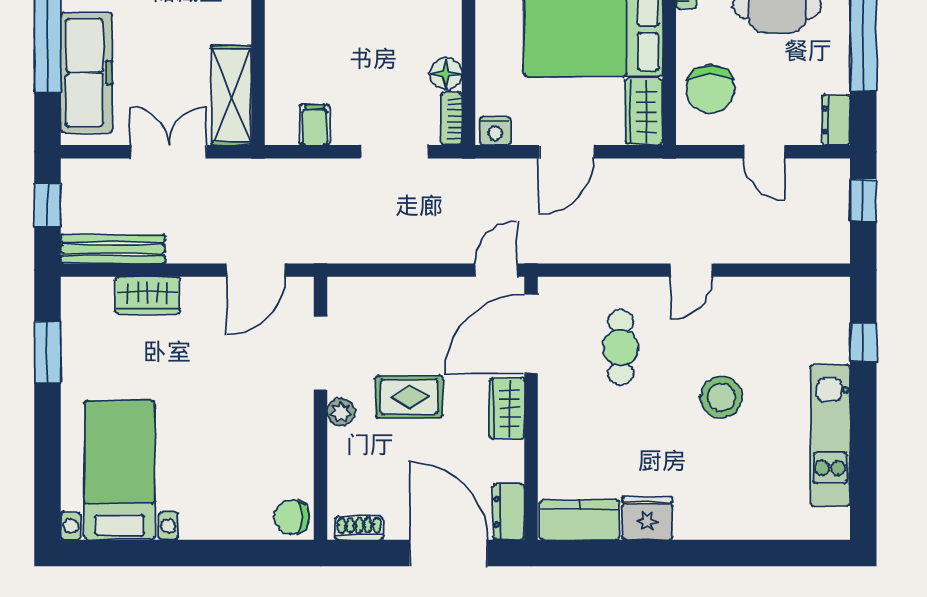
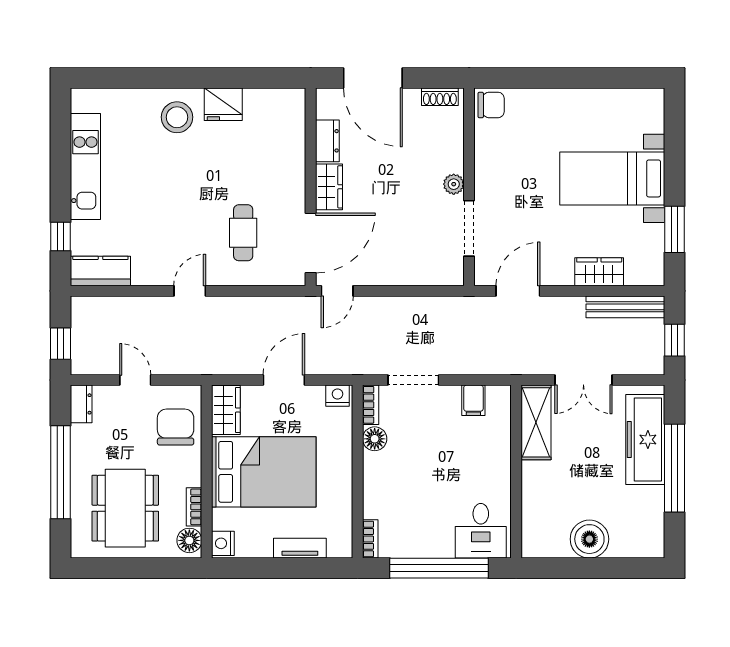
rug: (409, 397) -> (402, 196), removed
stool: (721, 397) -> (177, 117), moved
bed with nightstands: (120, 470) -> (612, 178), moved, turned 90
dresser: (509, 512) -> (327, 141), moved
kitchen counter: (580, 520) -> (100, 271), moved, turned 180

